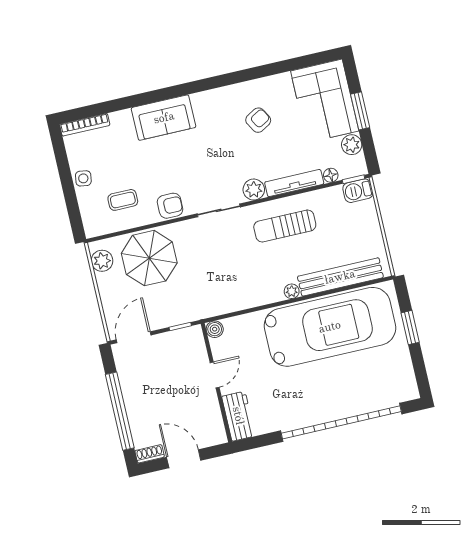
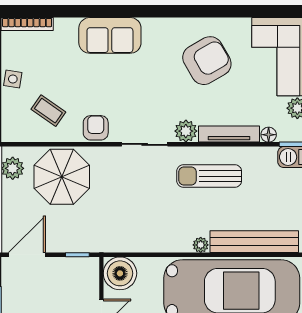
armchair: (258, 120) -> (207, 61), width x1.88, depth x1.88
coffee table: (123, 200) -> (48, 111), turned 35
armchair: (170, 206) -> (96, 128), turned -90
boiler: (215, 329) -> (120, 273), width x1.86, depth x1.86

